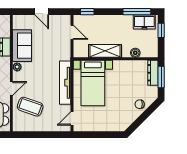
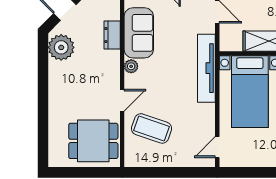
tv unit: (65, 83) -> (206, 68), moved

